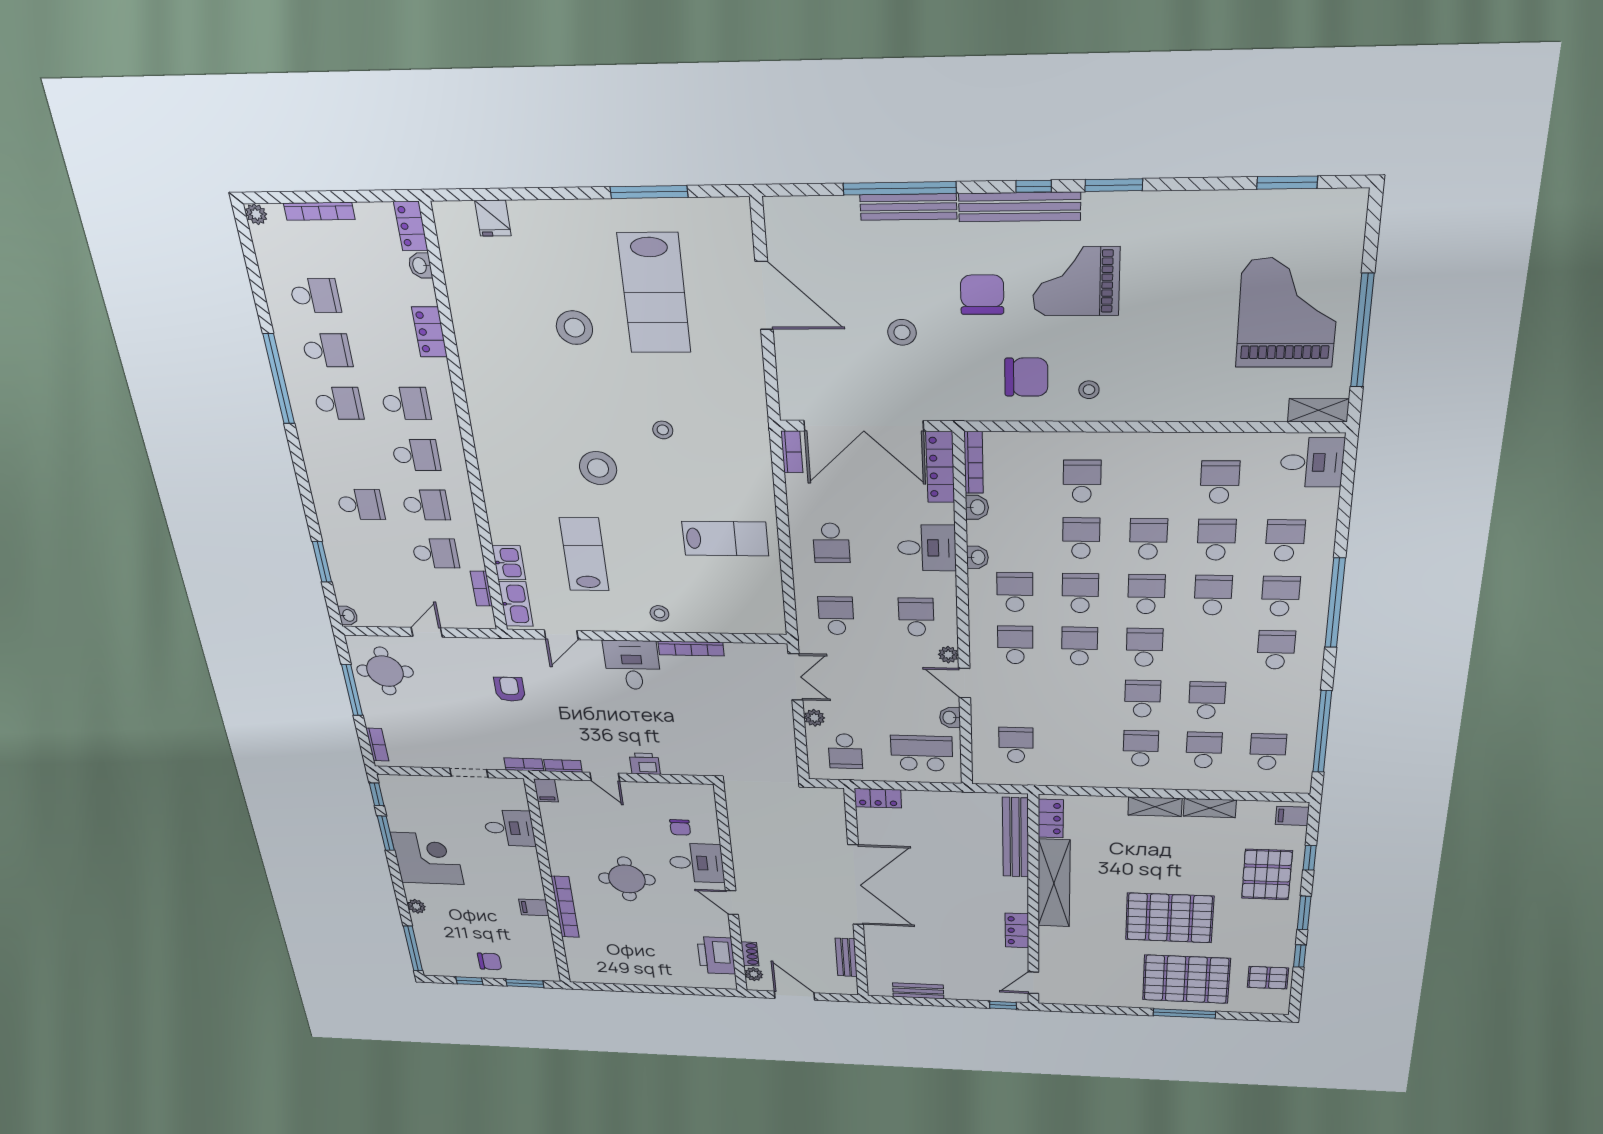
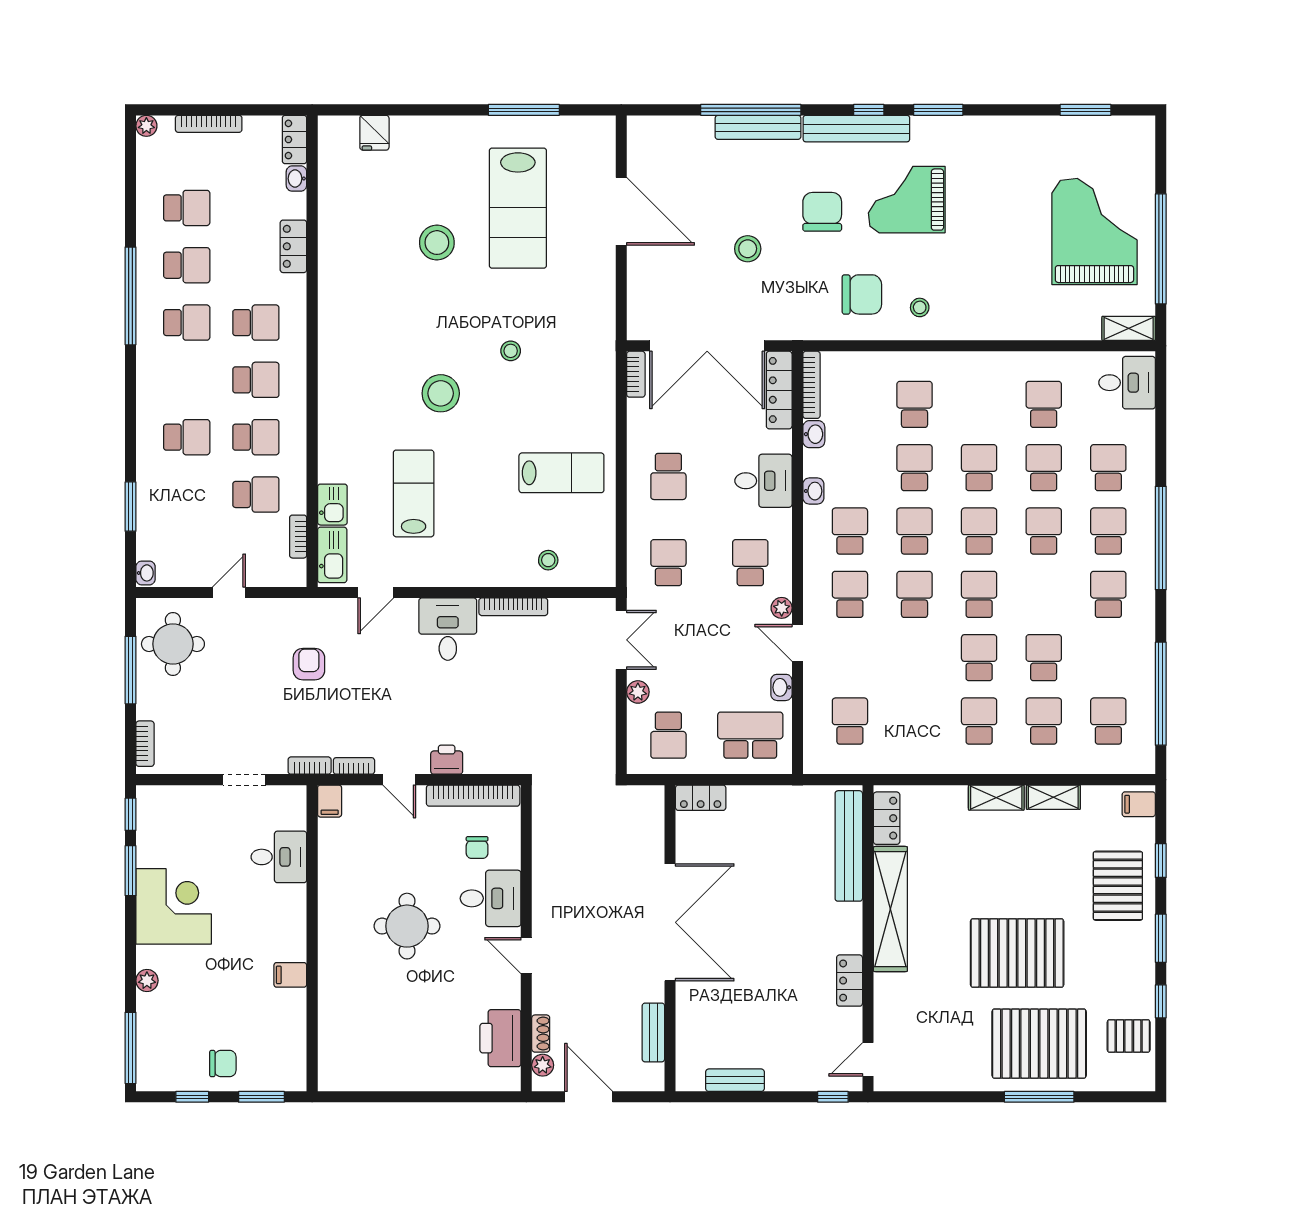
stool: (659, 613) -> (548, 560), moved
bookcase: (565, 907) -> (473, 796), moved, turned 90

